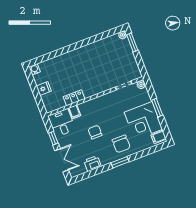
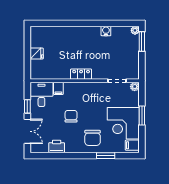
water cooler: (35, 69) -> (106, 31), moved
locker: (74, 98) -> (81, 74), moved
window: (120, 162) -> (106, 156), moved

